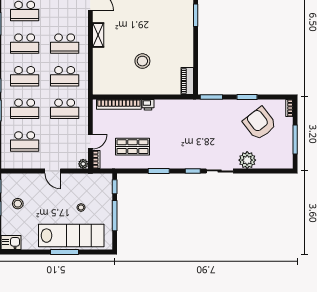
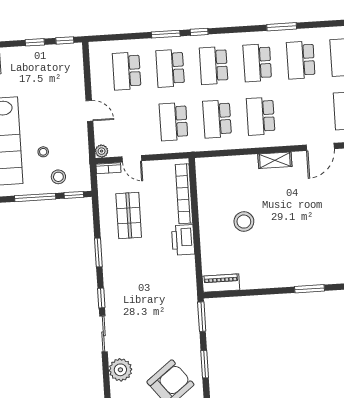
printer: (148, 105) -> (183, 240), width x1.87, depth x1.48
door: (53, 171) -> (89, 111), swing flipped
stool: (18, 204) -> (58, 177), moved

